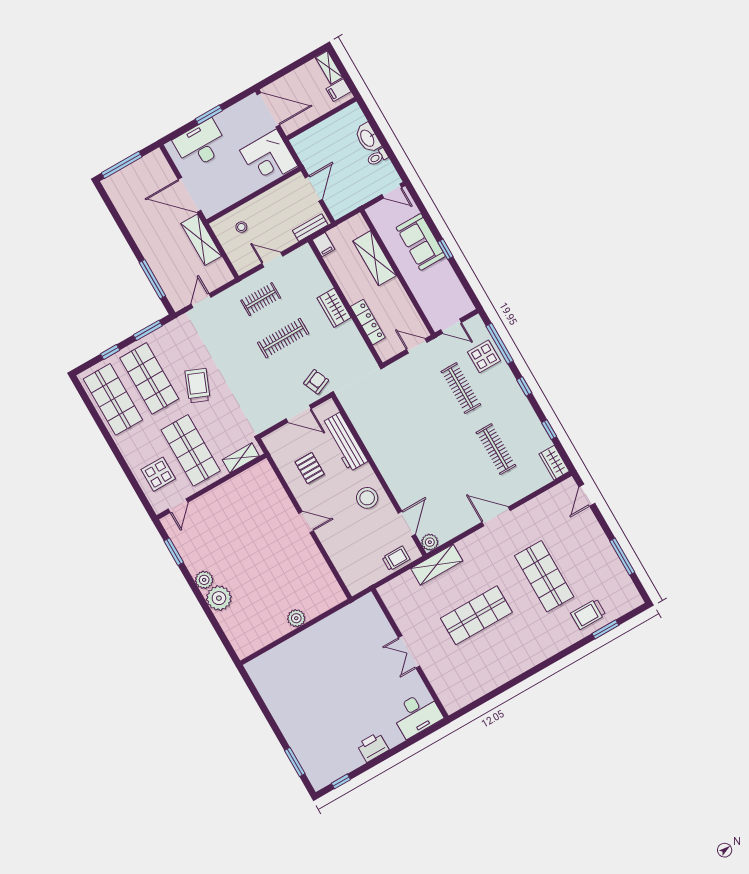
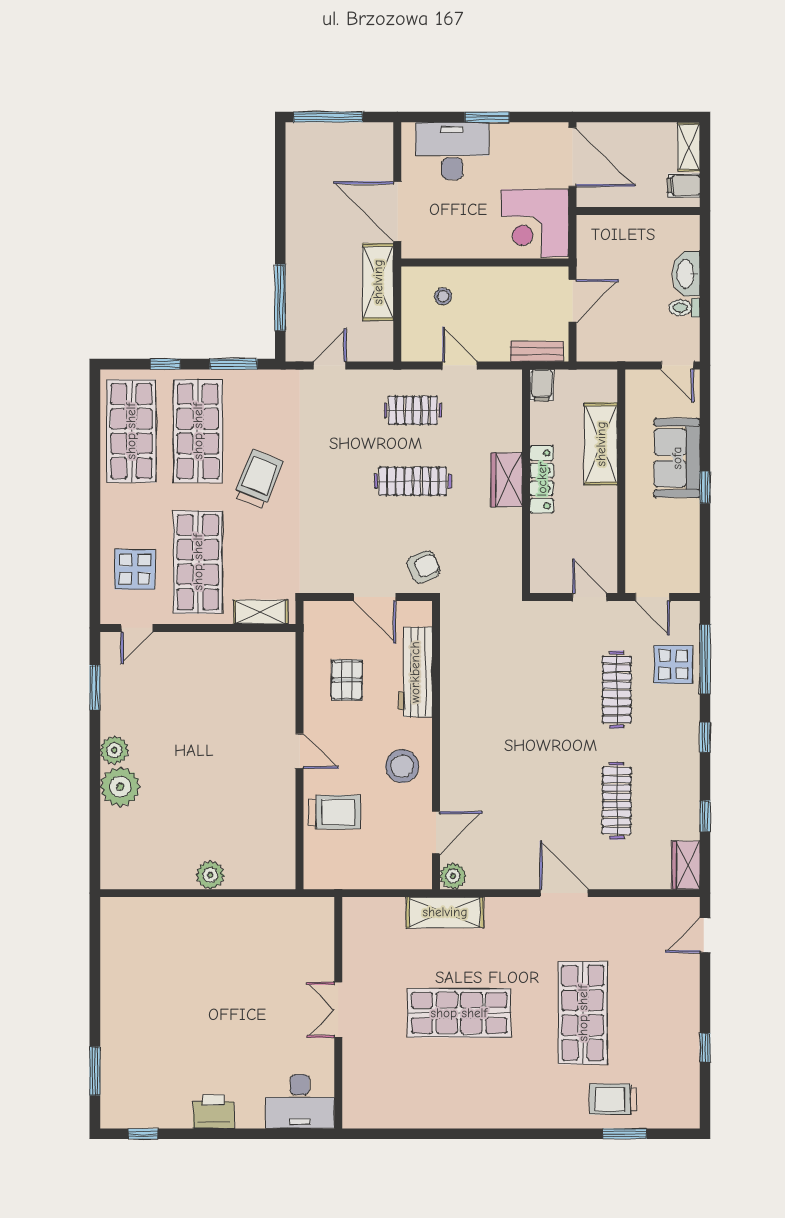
locker: (368, 322) -> (542, 479), moved
window: (622, 557) -> (705, 1048), width x0.46
trolley: (396, 558) -> (335, 812), moved, width x1.36, depth x1.39

